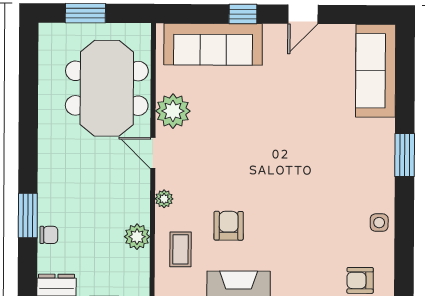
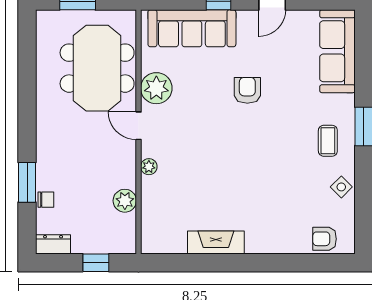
side table: (379, 223) -> (341, 187), turned 45
armchair: (229, 226) -> (247, 90), moved
coffee table: (181, 249) -> (328, 141), moved

